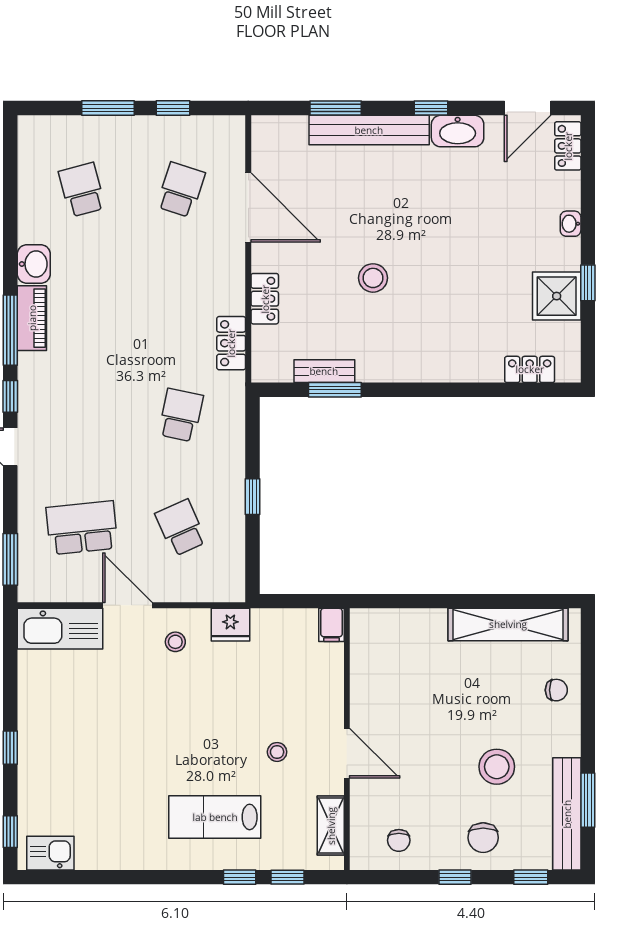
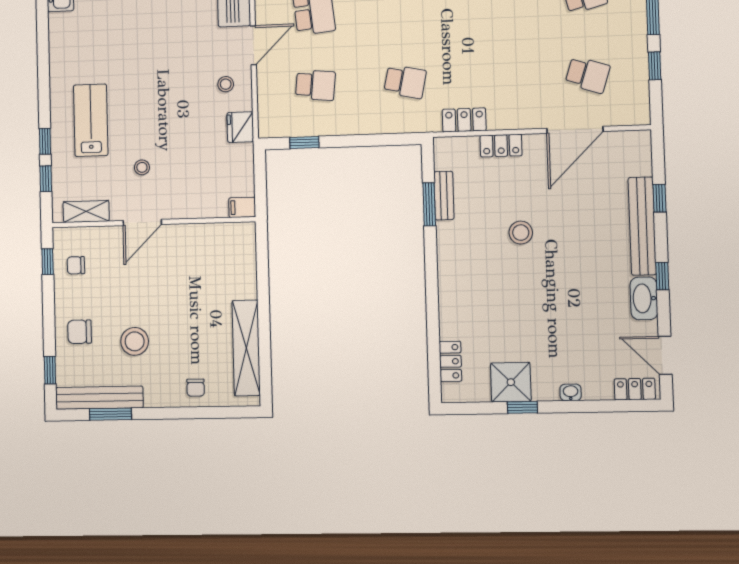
window: (336, 108) -> (659, 198), width x0.67
window: (253, 497) -> (304, 143), moved
school desk: (181, 528) -> (315, 85), turned 30
window: (455, 877) -> (48, 262), moved

